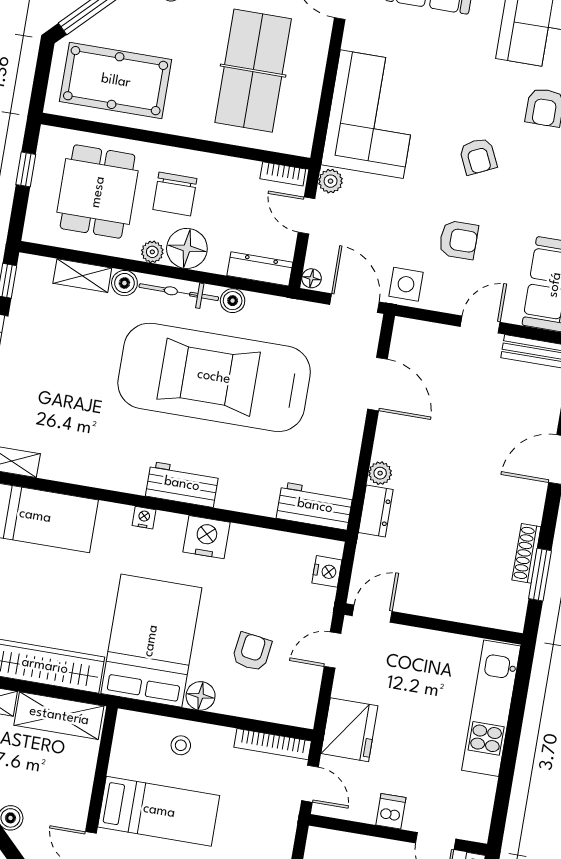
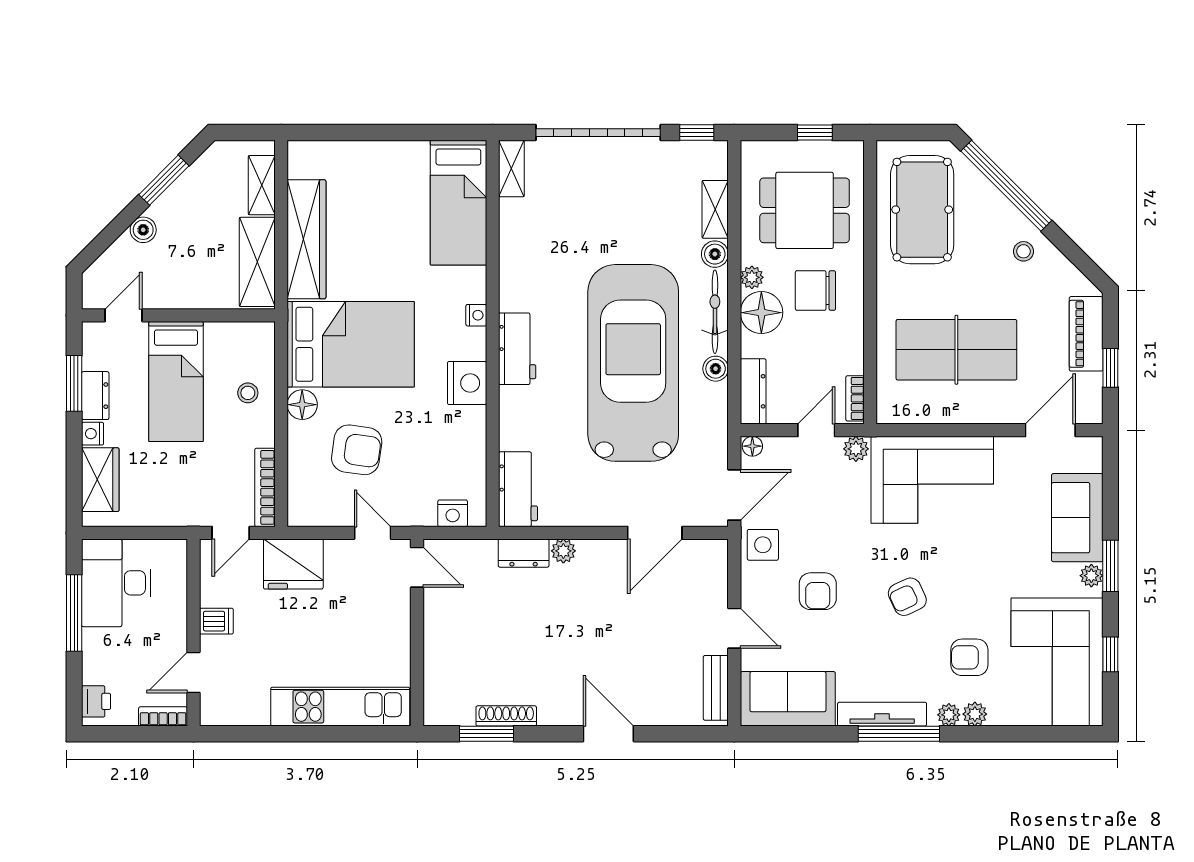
armchair: (252, 652) -> (357, 450), width x1.38, depth x1.38

